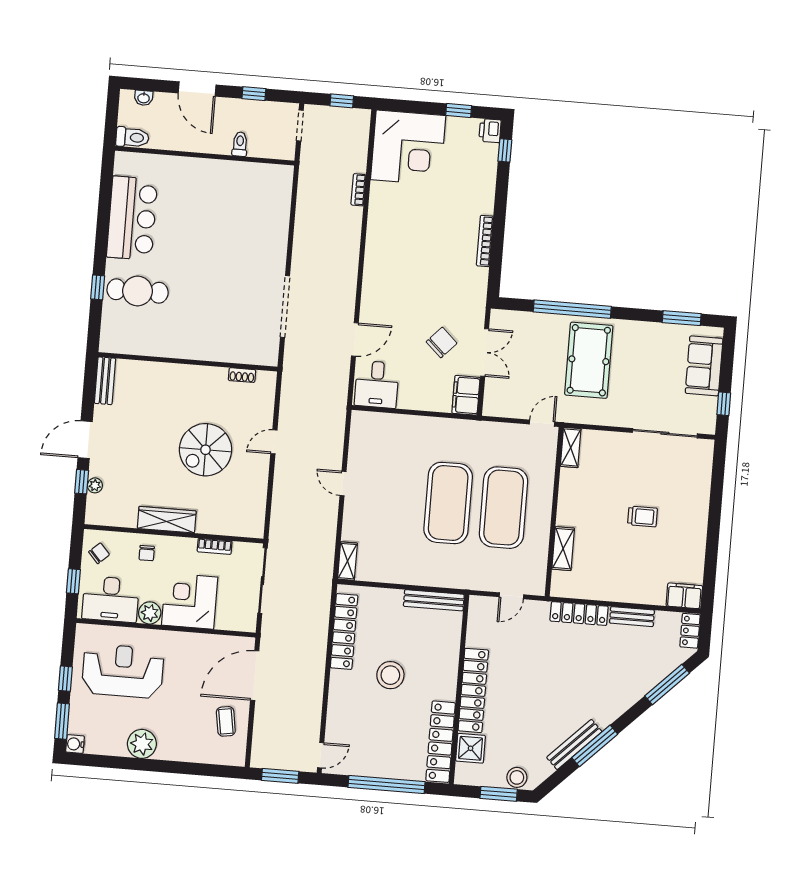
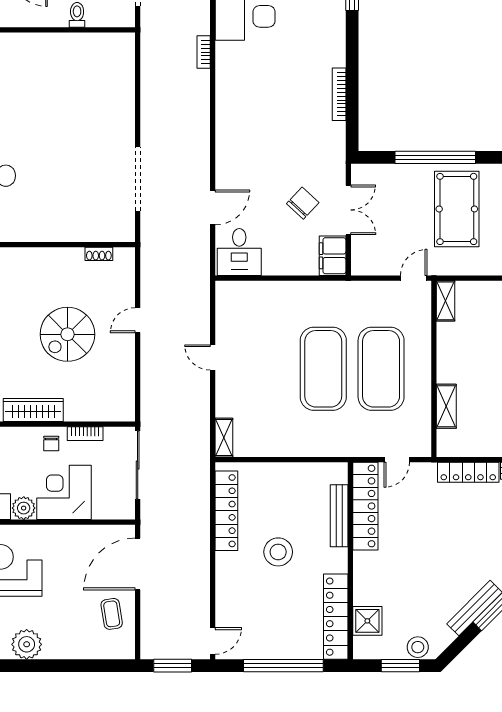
chair: (147, 553) -> (51, 443), moved
bench: (434, 600) -> (339, 516), moved, turned 90
locker: (473, 690) -> (365, 506), moved

